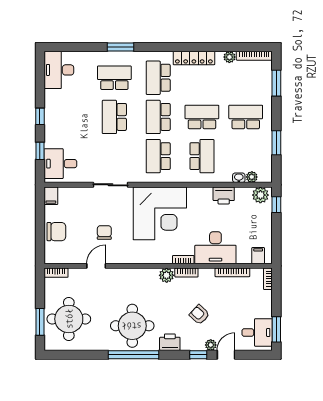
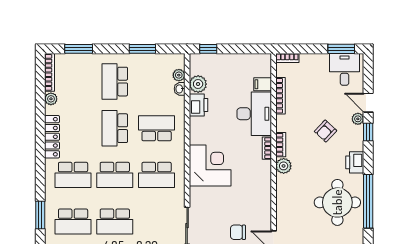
school desk: (114, 78) -> (73, 222), turned -90
plant: (260, 195) -> (198, 84), moved
corner desk: (160, 213) -> (210, 165), width x0.74, depth x0.74
filing cabinet: (258, 256) -> (263, 84), moved

